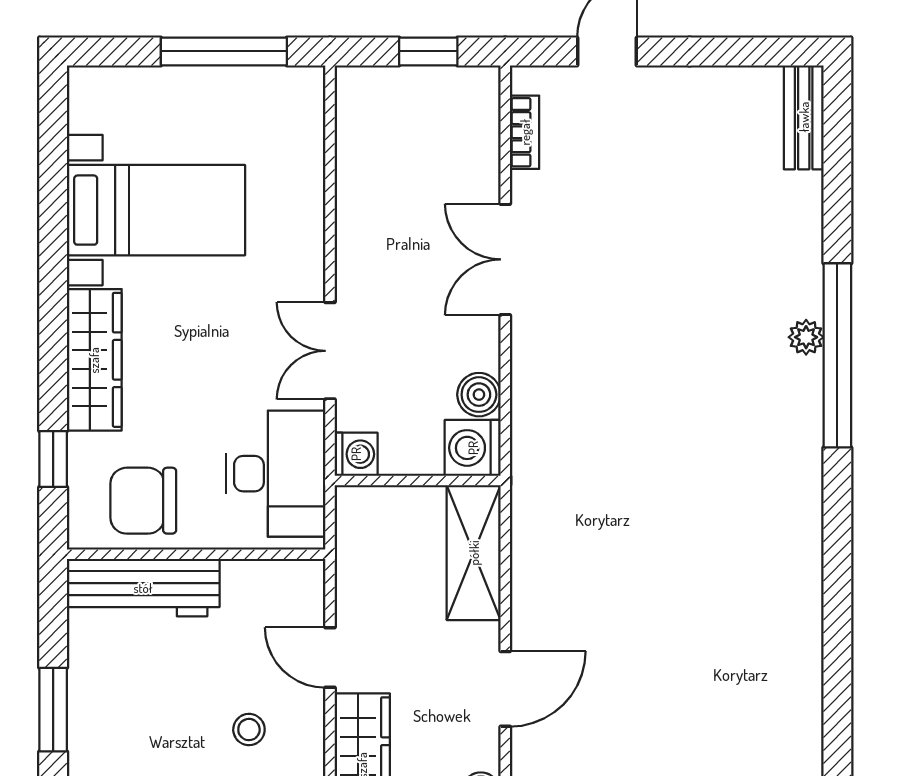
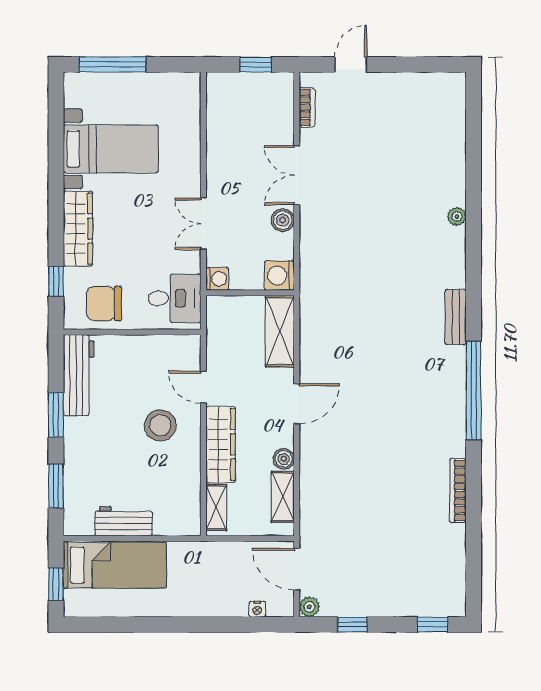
window: (224, 51) -> (112, 64), moved
bench: (804, 117) -> (456, 317), moved
window: (837, 355) -> (474, 391), moved
boiler: (479, 395) -> (283, 220), moved
desk: (276, 474) -> (175, 298), width x0.73
workbench: (143, 588) -> (79, 375), moved, turned -90
stool: (249, 730) -> (160, 425), width x1.89, depth x1.89

